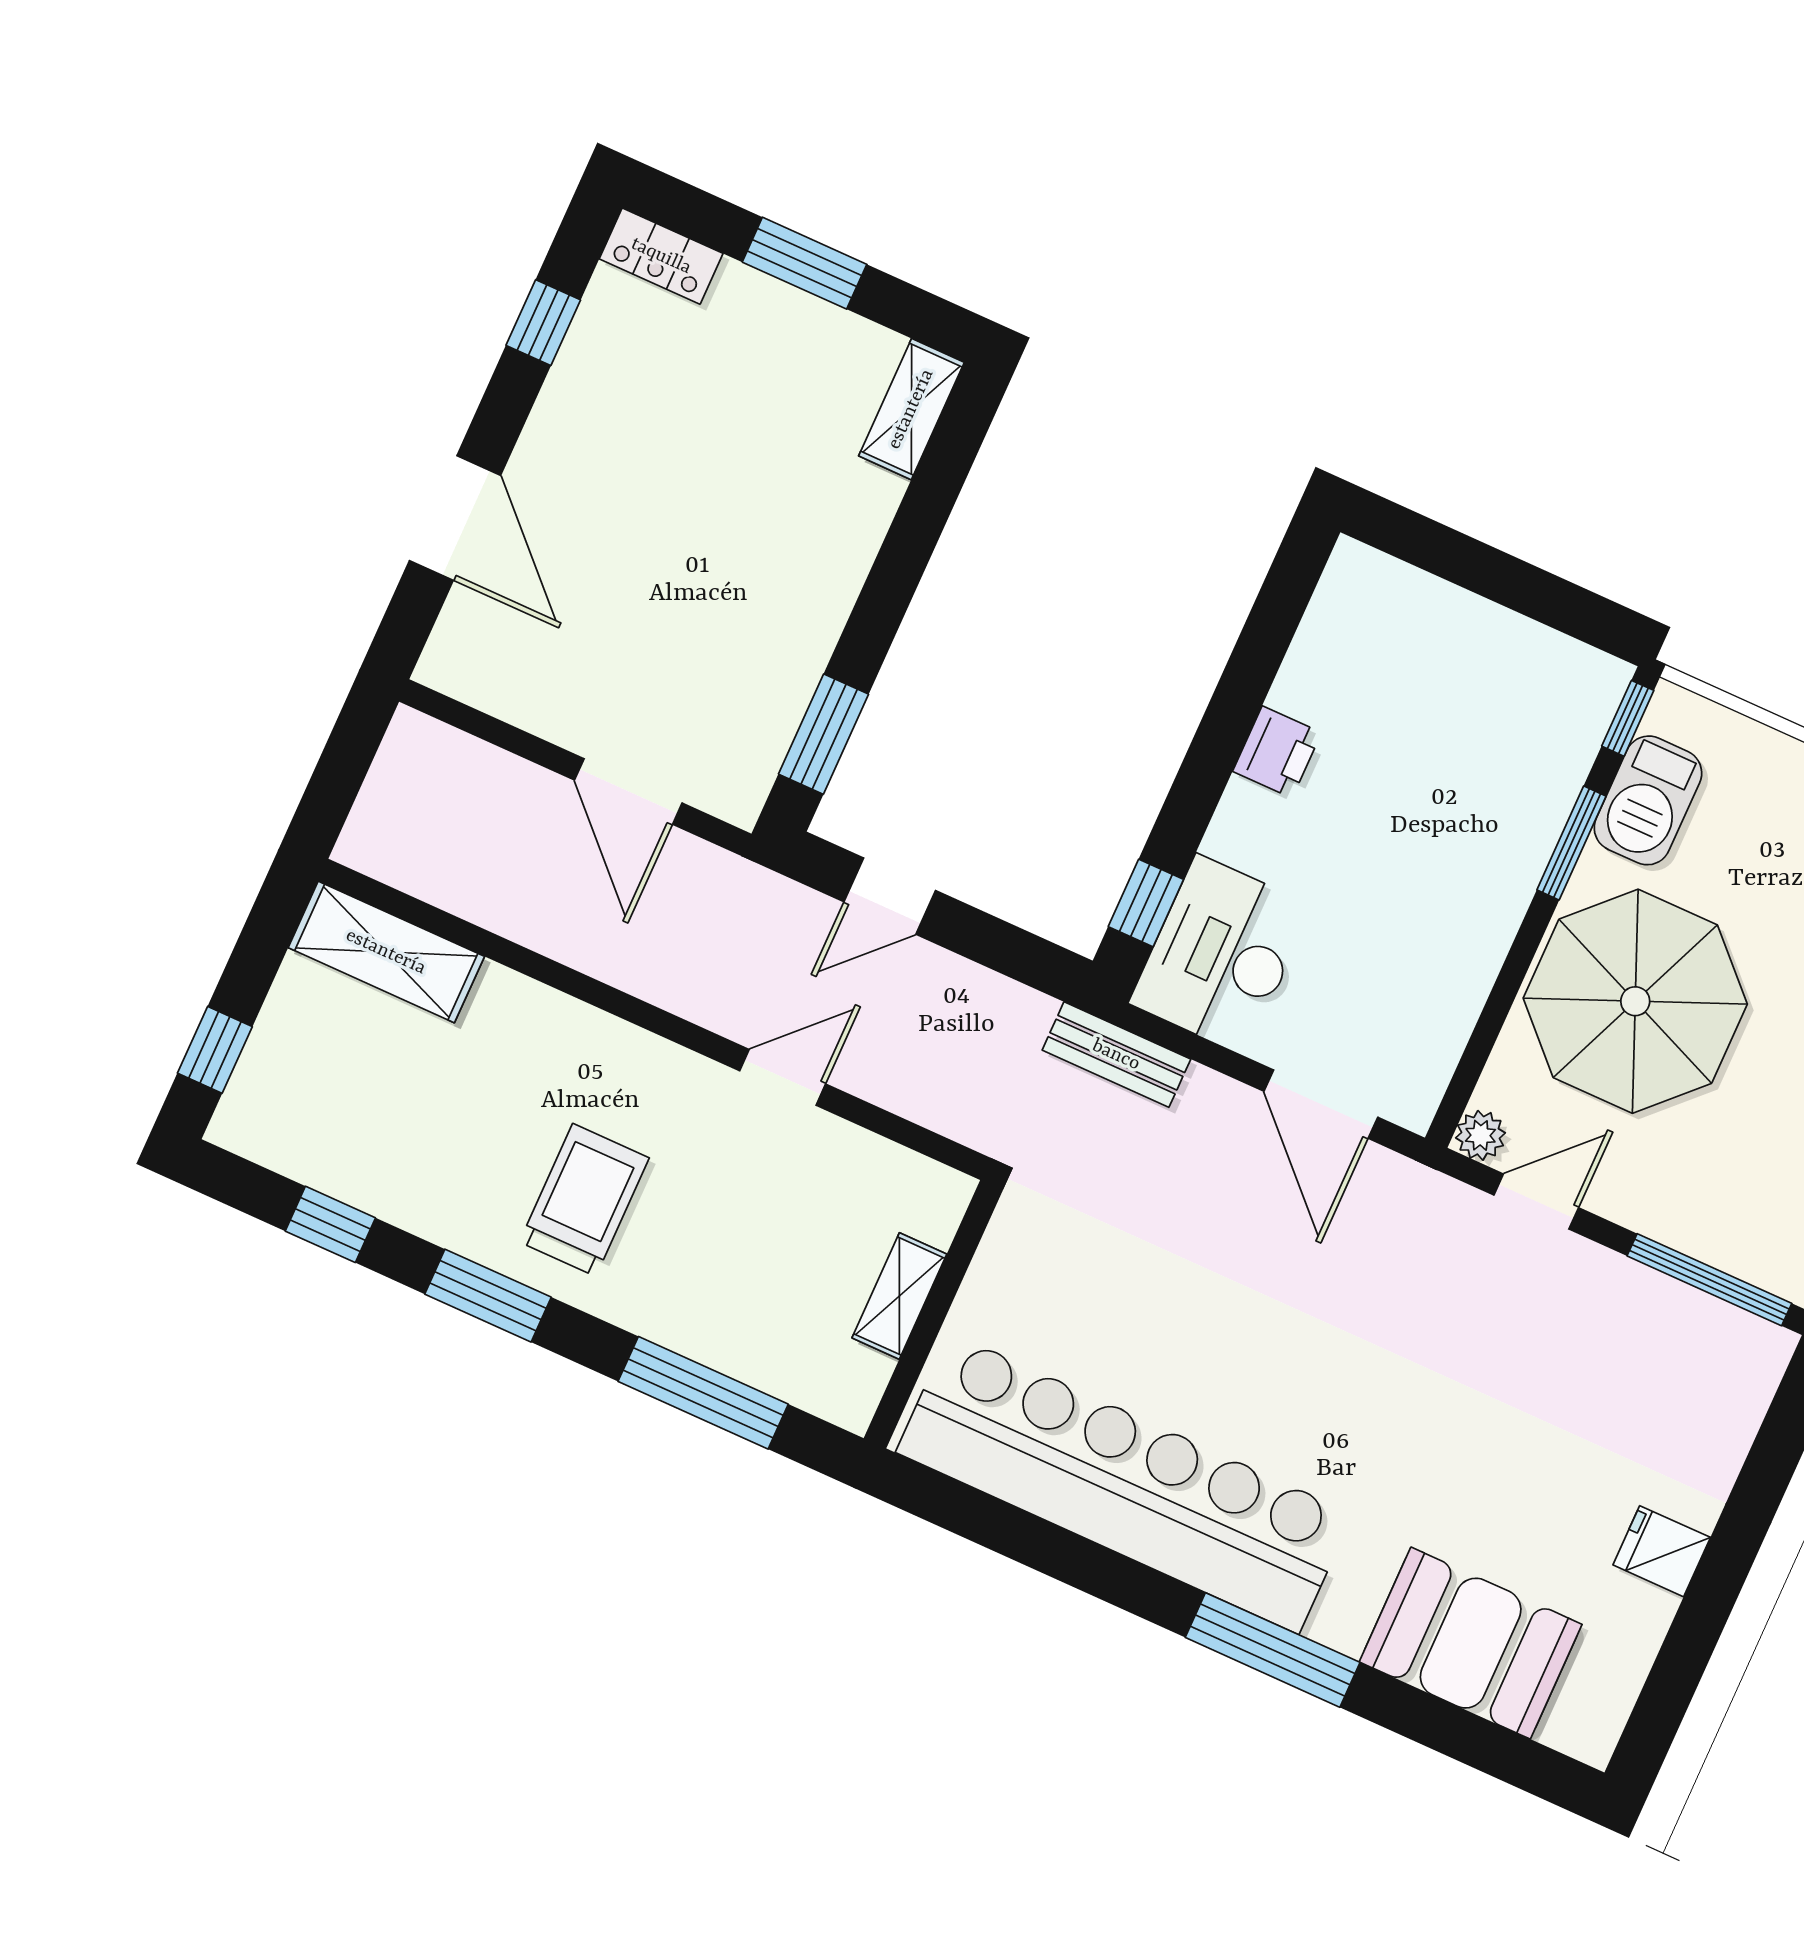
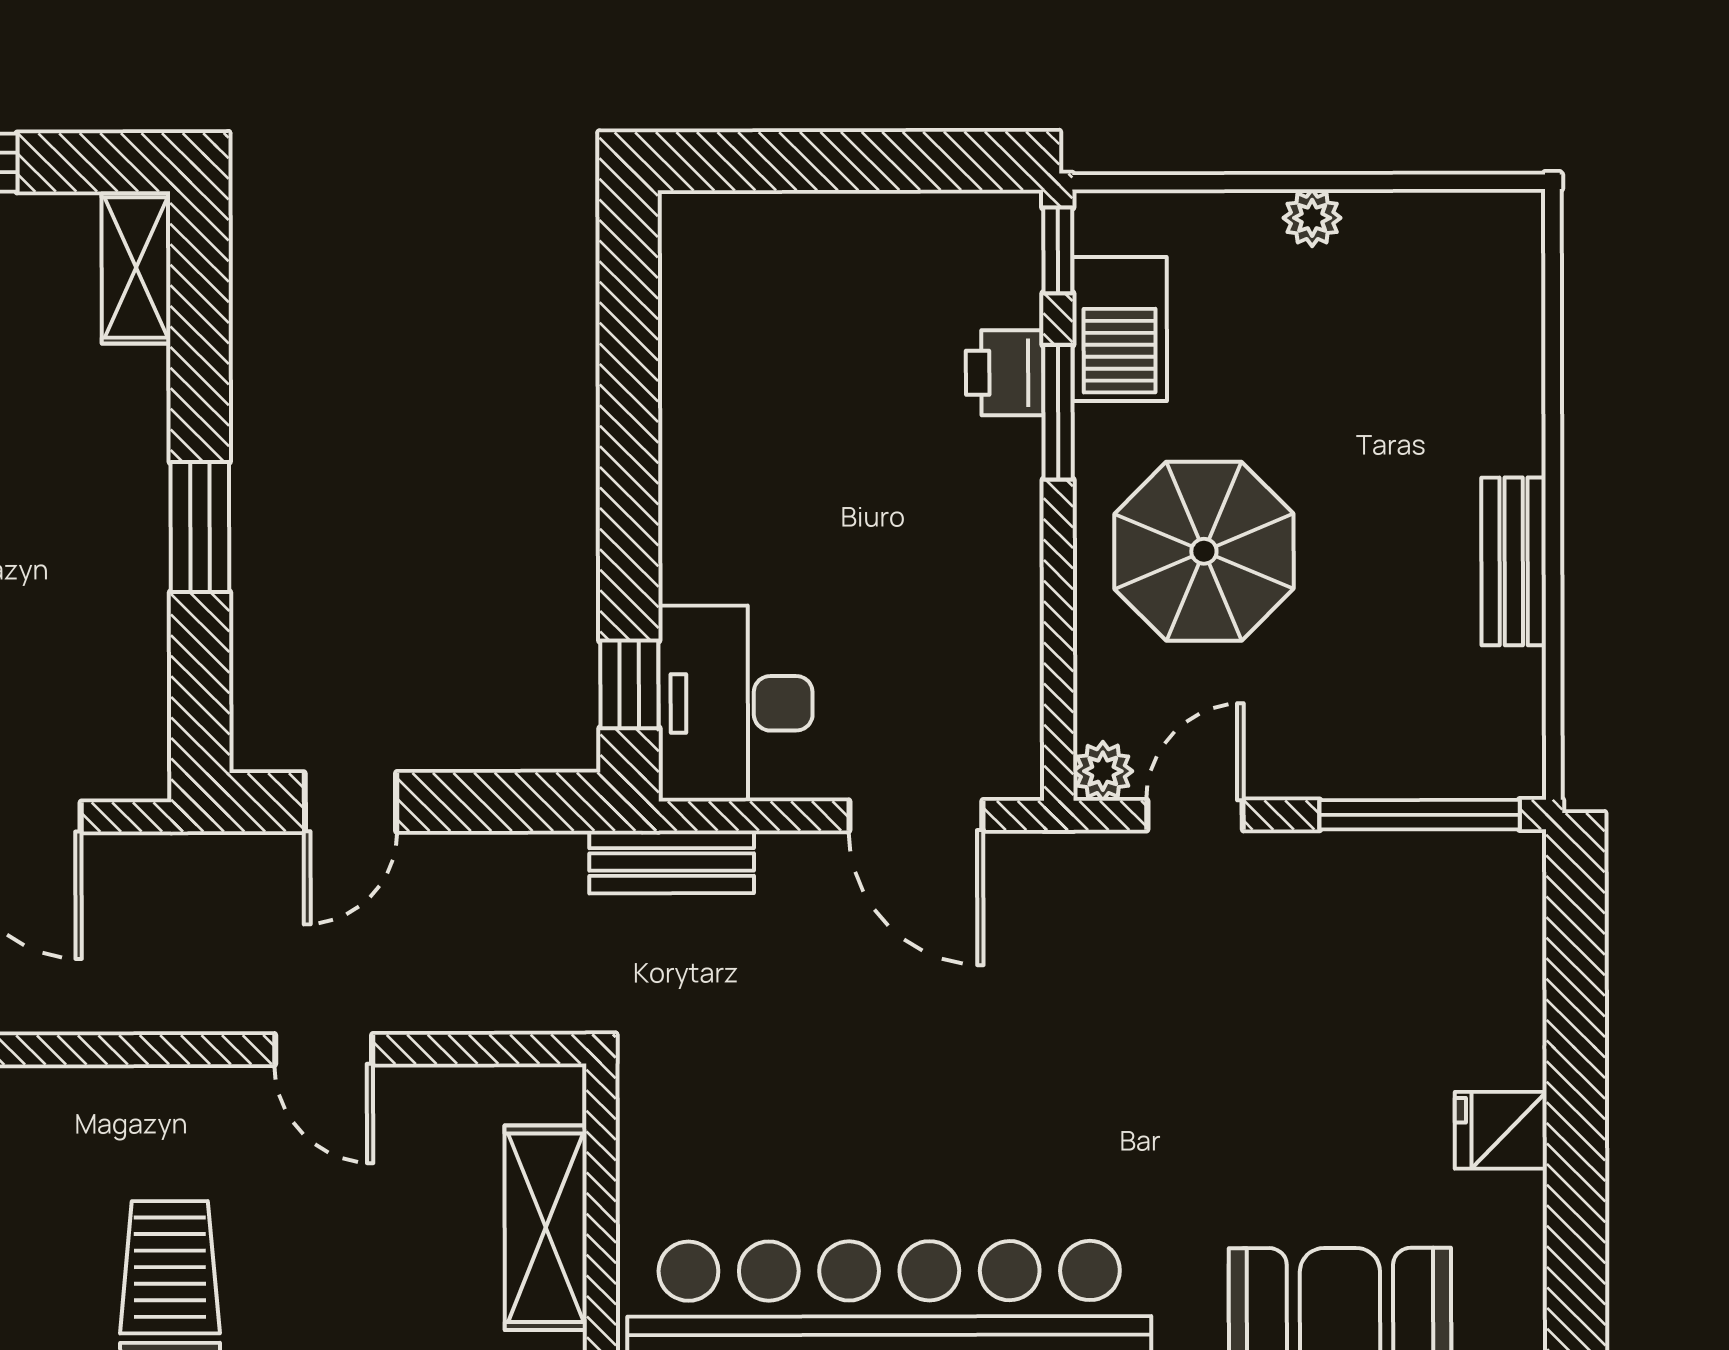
window: (824, 734) -> (200, 527), moved
printer: (1277, 752) -> (1005, 373), moved, turned 180
parasol: (1635, 1001) -> (1204, 551), width x0.73, depth x0.73
door: (783, 1077) -> (324, 1049), swing flipped
shelving: (899, 1296) -> (546, 1228), width x1.50, depth x1.33

